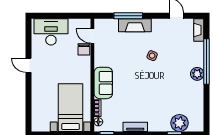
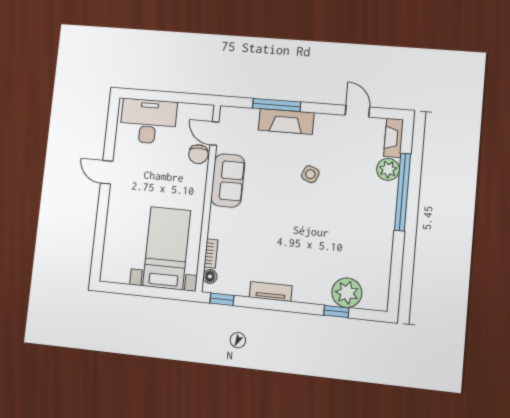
plant: (197, 74) -> (388, 169), moved
sofa: (103, 83) -> (228, 180), moved

